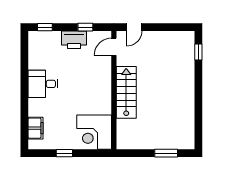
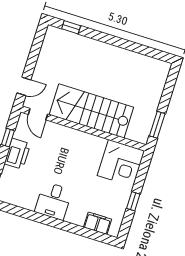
door: (134, 27) -> (24, 86), hinge flipped
stairs: (126, 92) -> (91, 111), width x1.36, depth x1.51
window: (166, 153) -> (157, 125), moved

